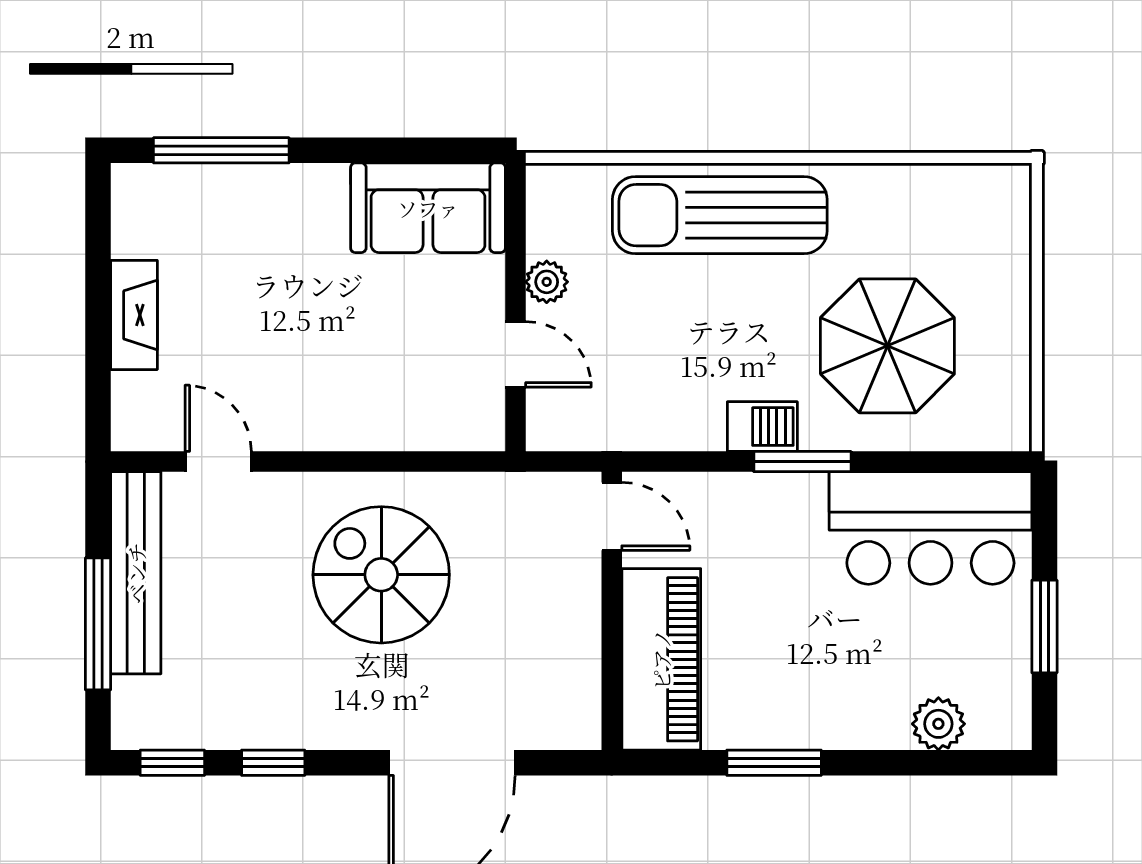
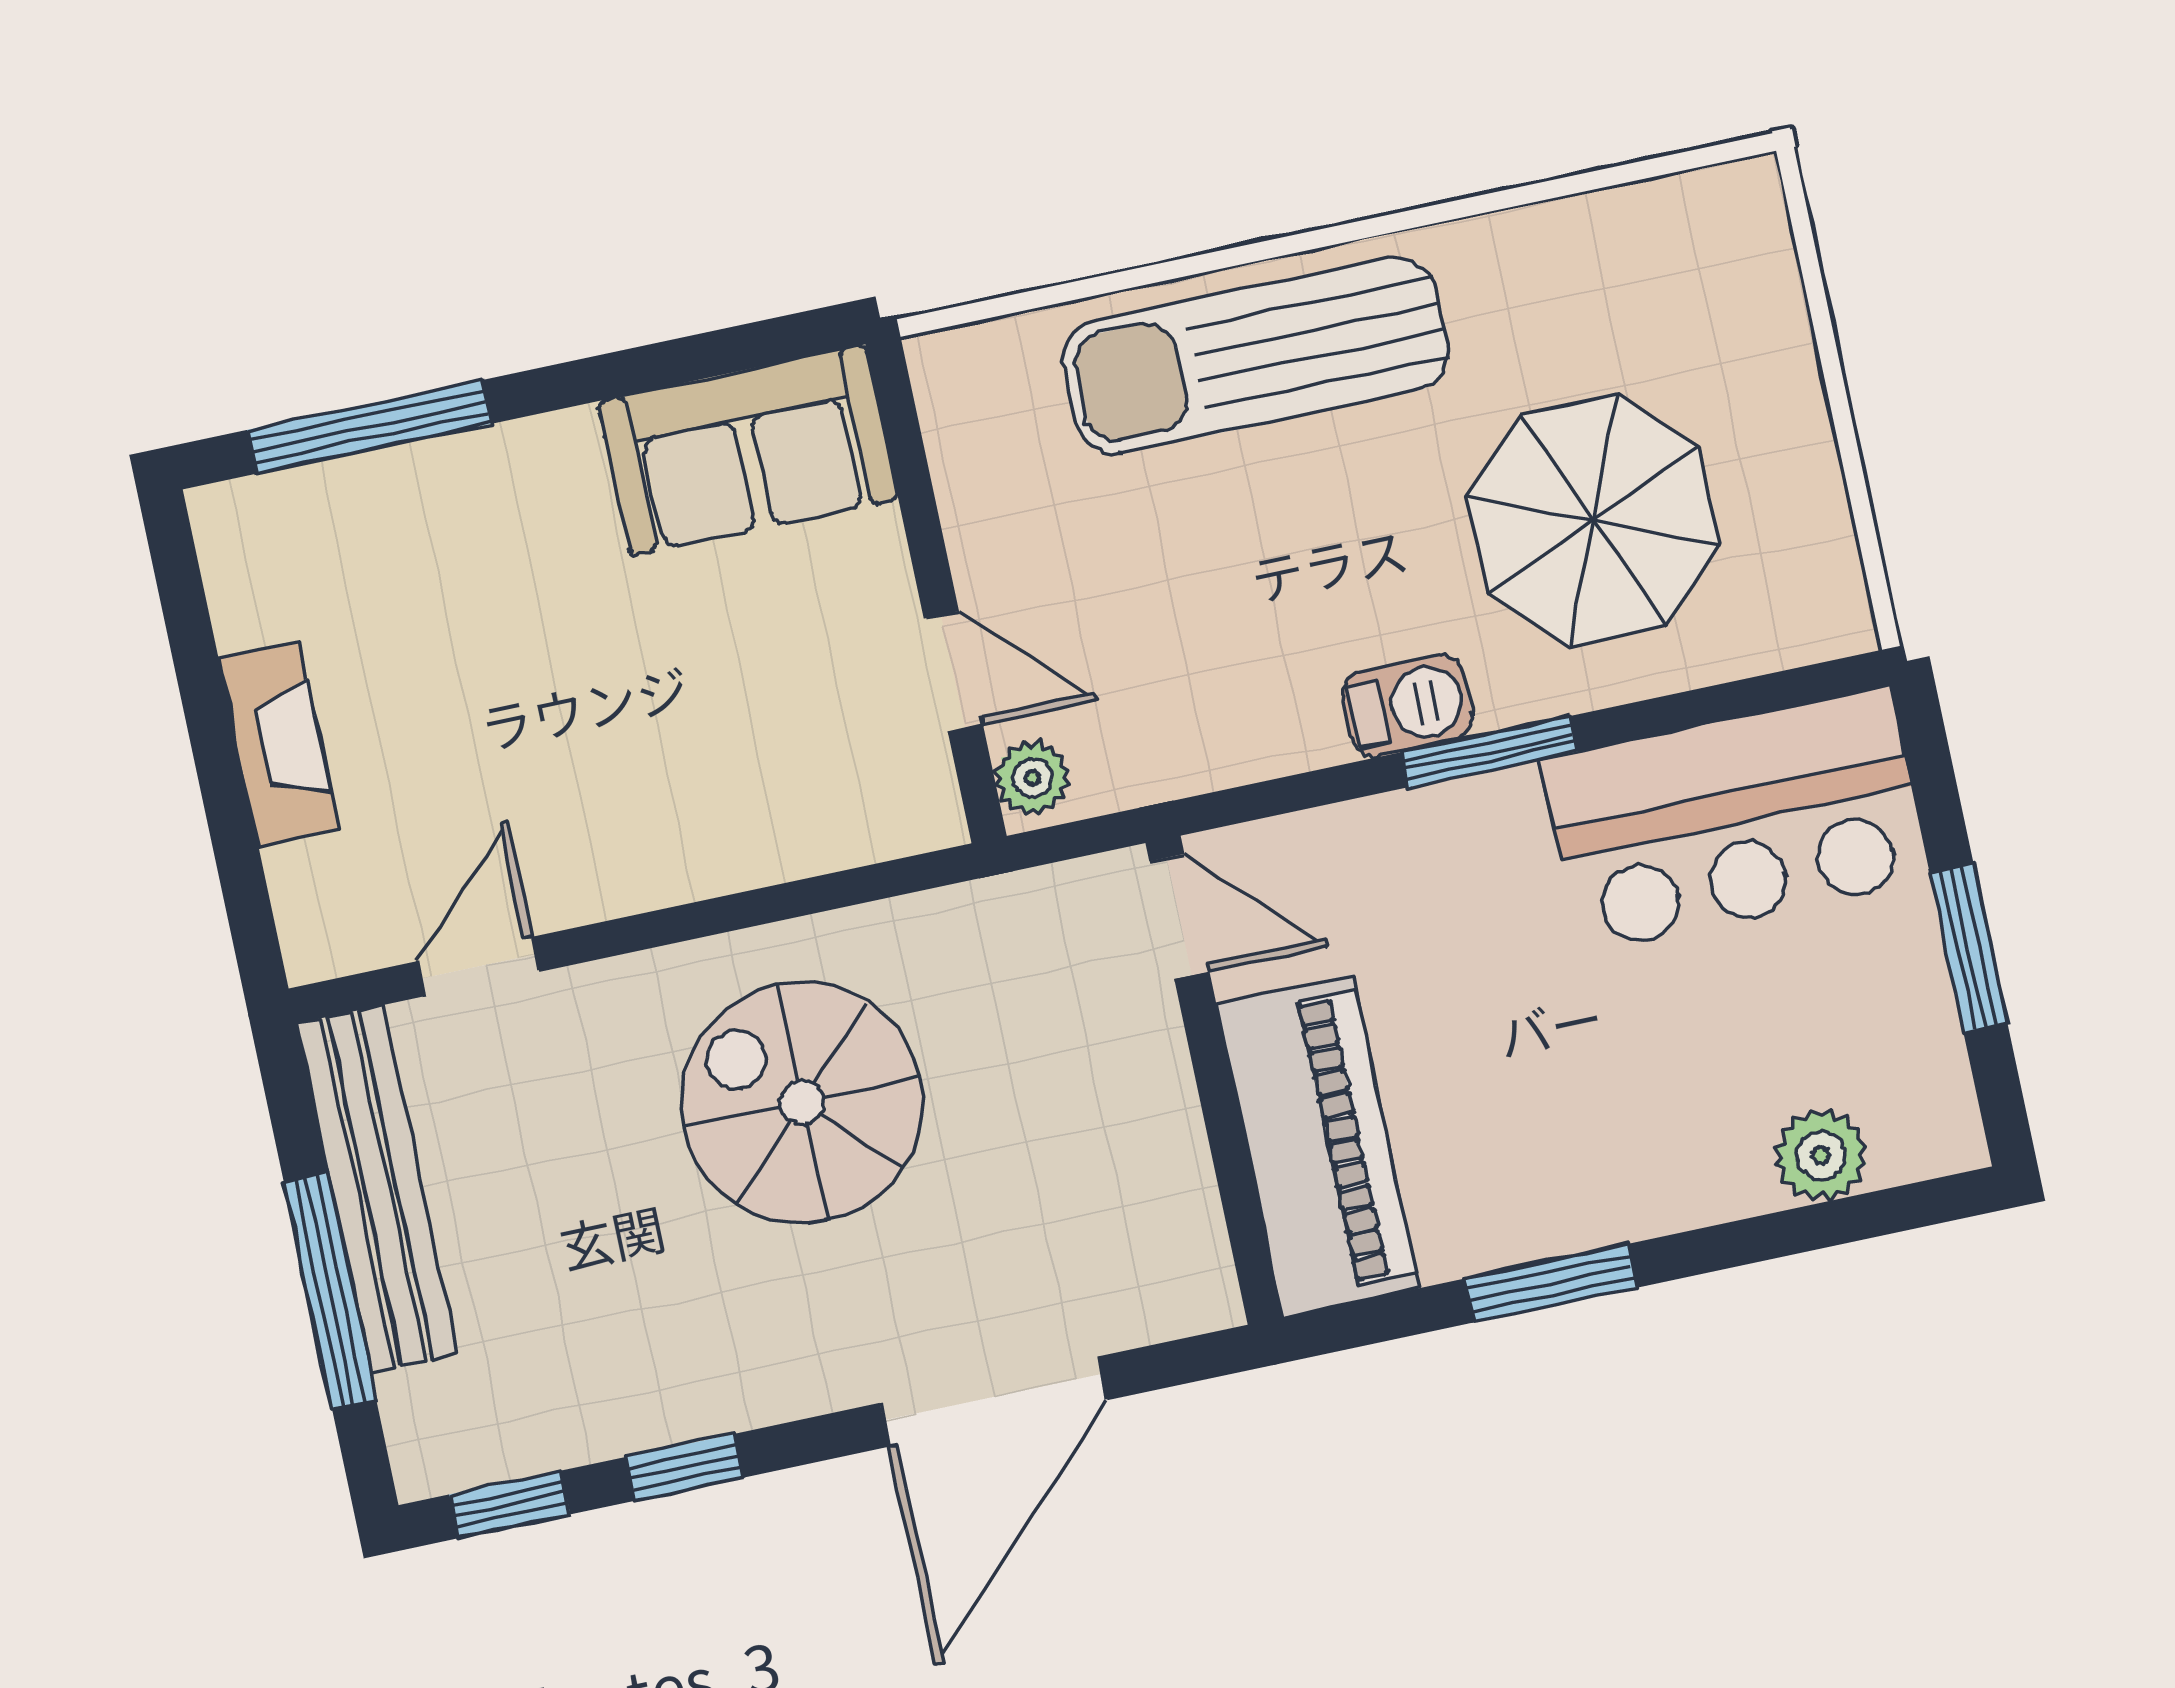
plant: (547, 282) -> (1032, 778), moved
door: (218, 462) -> (478, 967), hinge flipped

